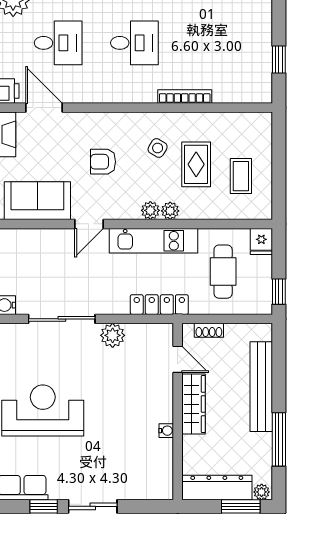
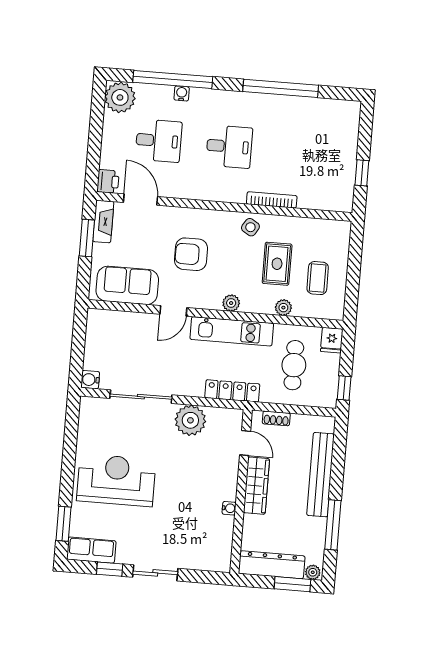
side table: (158, 148) -> (250, 227), moved
armchair: (103, 162) -> (191, 254), width x1.38, depth x1.38
plant: (170, 211) -> (283, 308), moved
plant: (113, 335) -> (190, 420), width x1.36, depth x1.36

